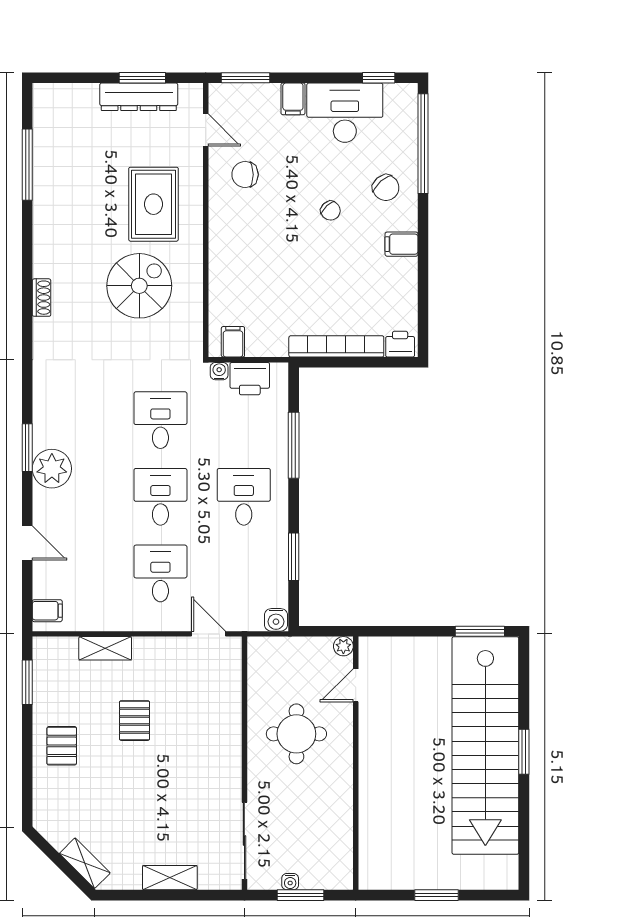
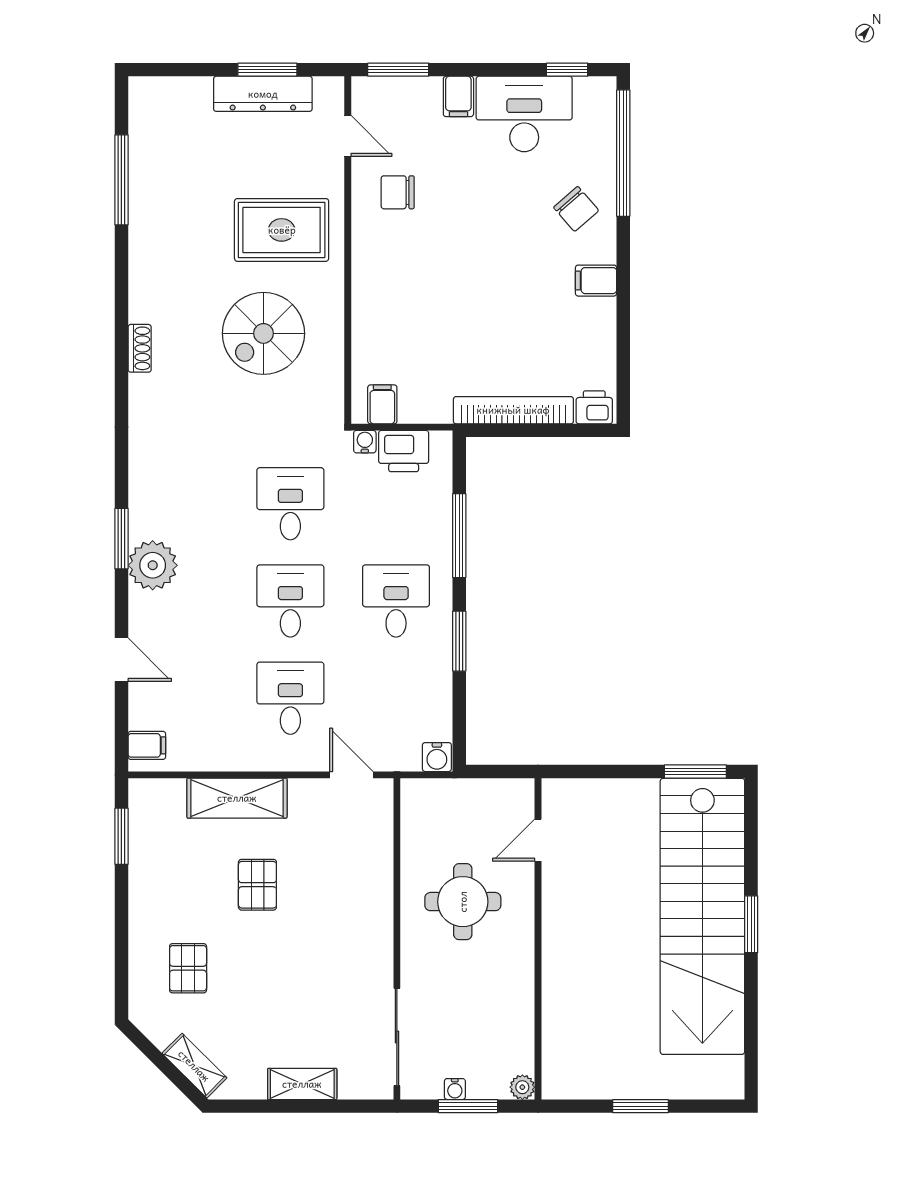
rug: (153, 204) -> (282, 230), turned 90
chair: (330, 211) -> (506, 238), removed
spiral stairs: (139, 286) -> (263, 333), turned 180
window: (294, 557) -> (459, 641), moved
plant: (343, 646) -> (522, 1087), moved
shelving: (105, 648) -> (237, 798), width x1.50, depth x1.33
pallet: (62, 746) -> (188, 968), moved

